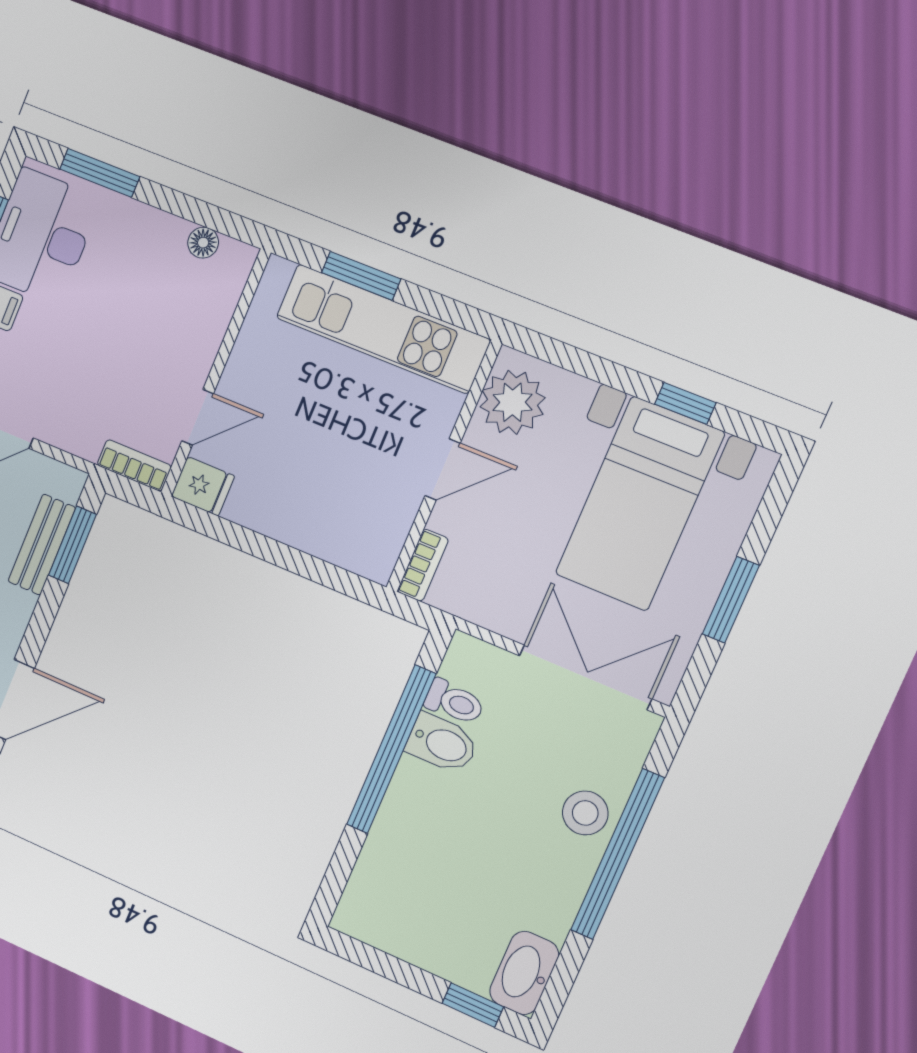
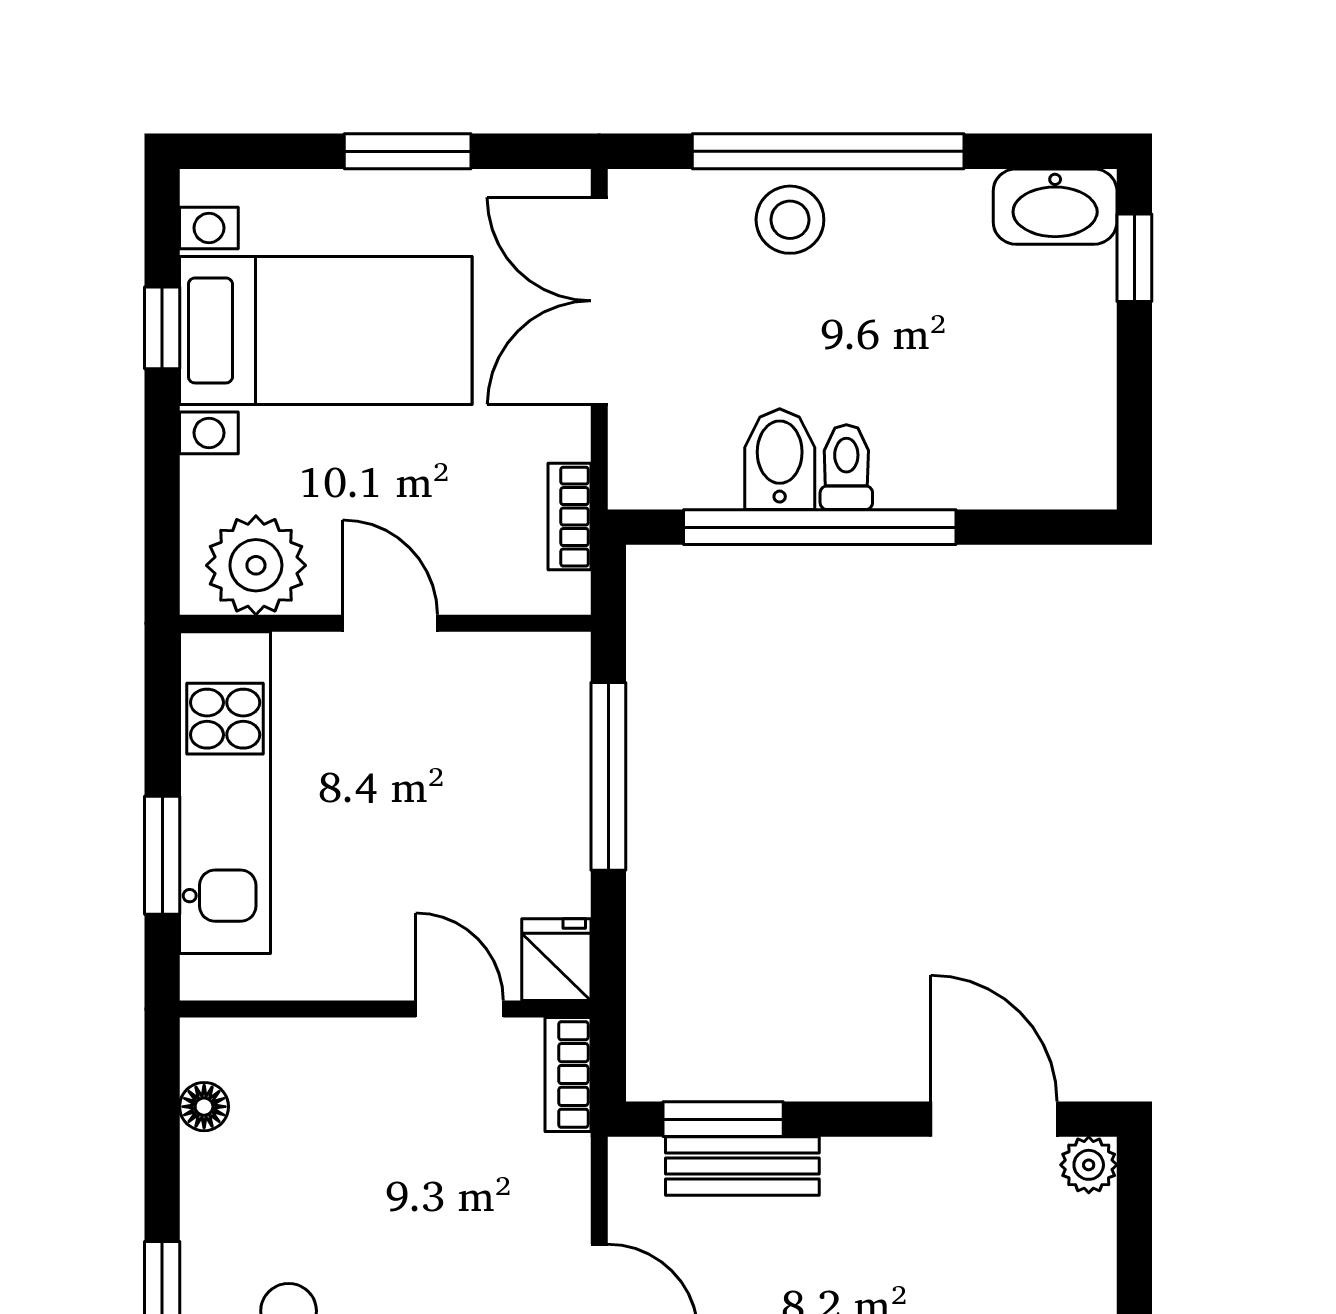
window: (297, 562) -> (608, 776), added
bookcase: (423, 565) -> (569, 517), moved, turned -90
toilet: (454, 702) -> (846, 467), moved

